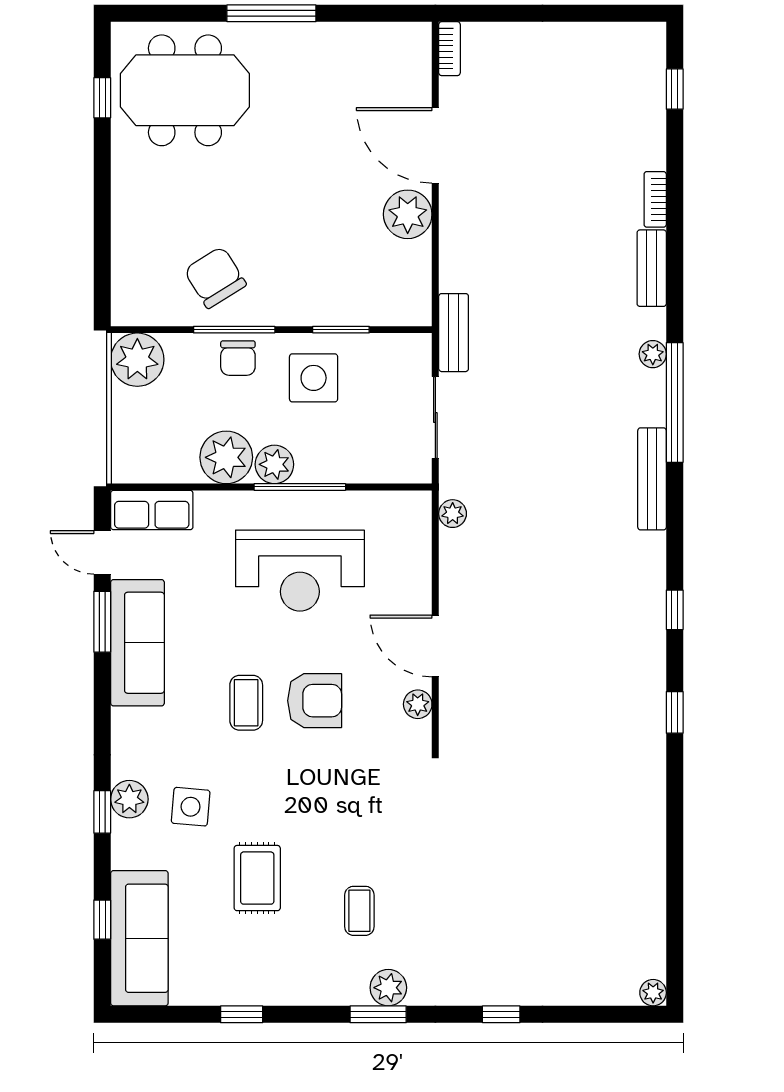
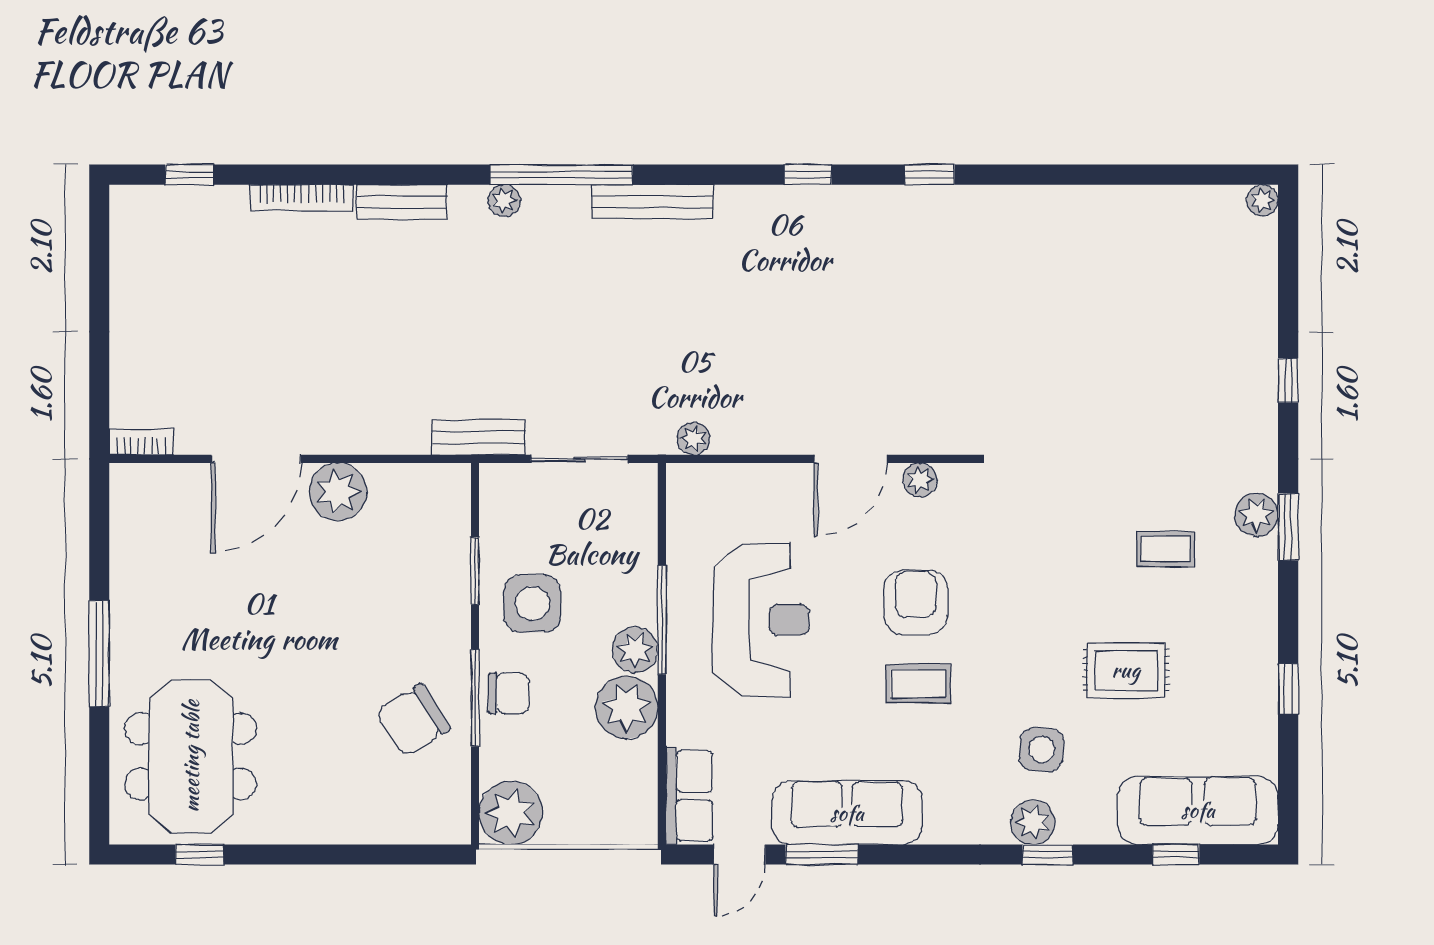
bookcase: (655, 199) -> (302, 198), width x1.56

